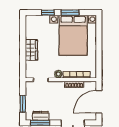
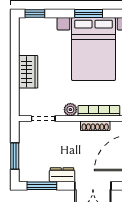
window: (48, 13) -> (35, 14), moved
dresser: (41, 116) -> (62, 175), moved

